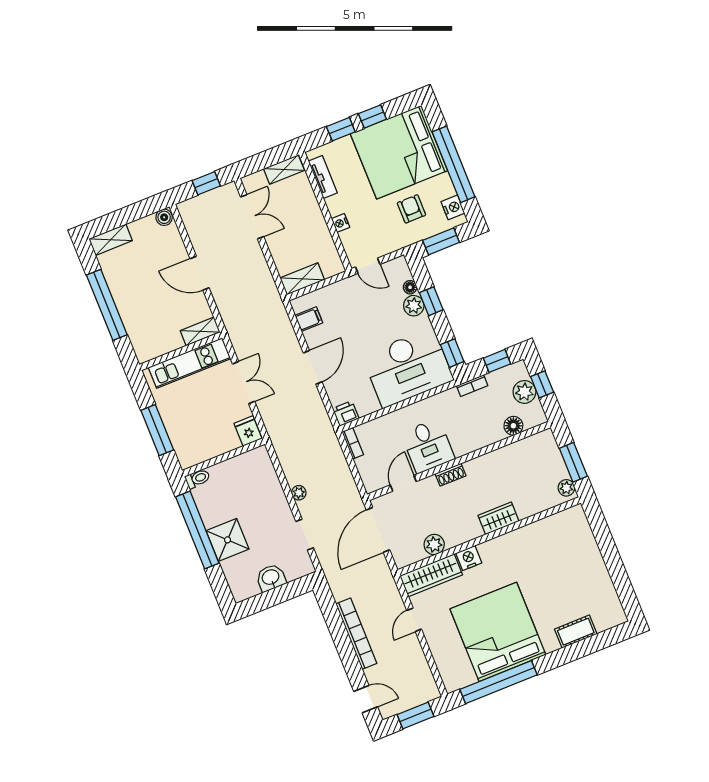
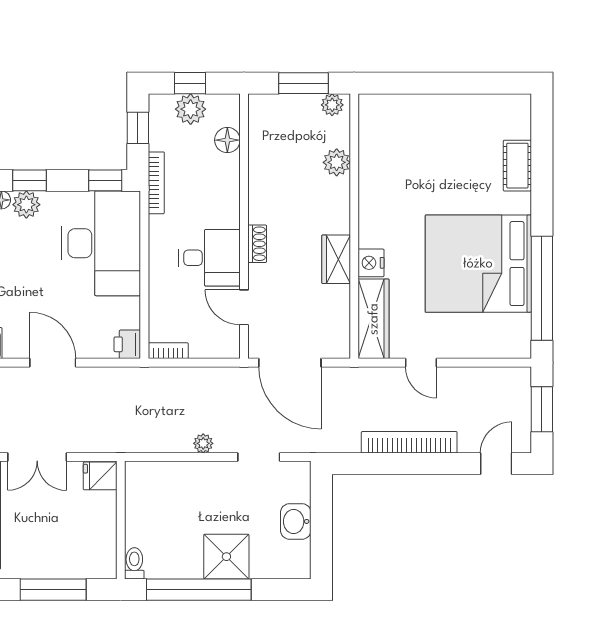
double door: (244, 383) -> (37, 457), swing flipped
bookcase: (472, 386) -> (156, 183), width x1.56
wardrobe: (498, 518) -> (336, 259), moved
plant: (434, 545) -> (337, 162), moved

